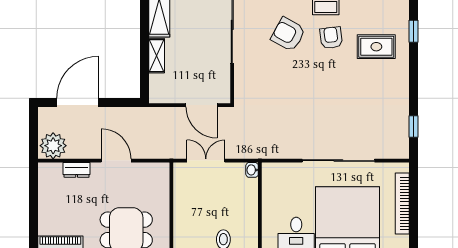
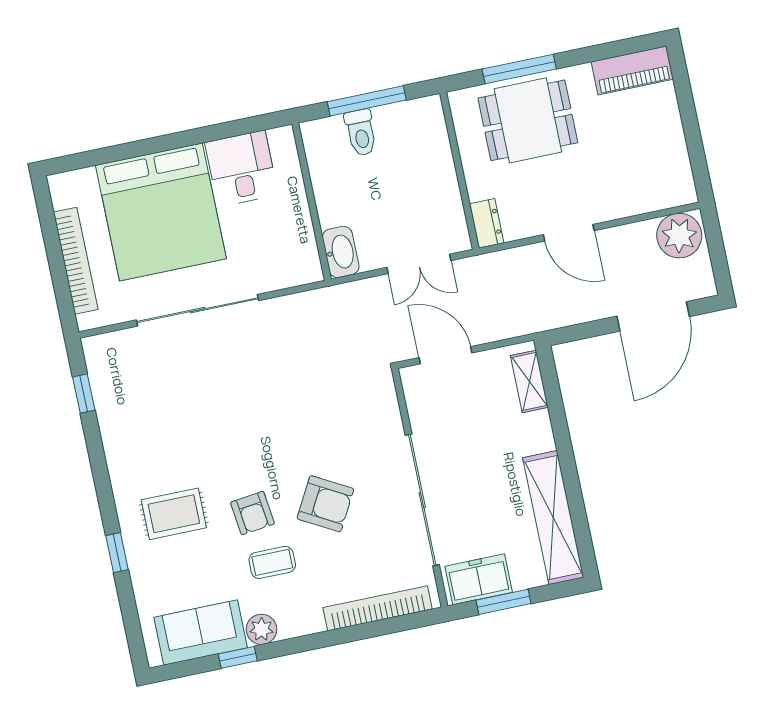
shelving: (157, 56) -> (529, 381), moved
dresser: (77, 170) -> (487, 223), moved, turned 90
washbasin: (252, 170) -> (341, 252), width x1.91, depth x1.45

